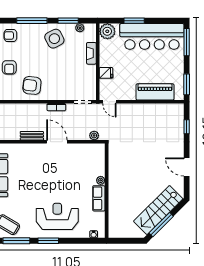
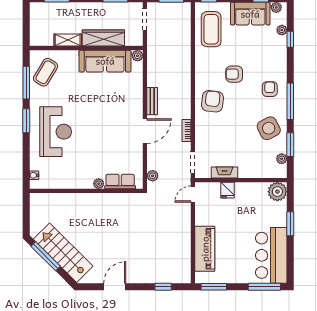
armchair: (10, 36) -> (270, 89), moved
bar counter: (152, 36) -> (271, 255), width x0.73
fireplace: (91, 53) -> (224, 173), moved
row of seats: (99, 198) -> (120, 181), moved

